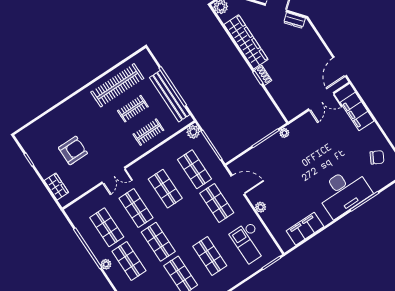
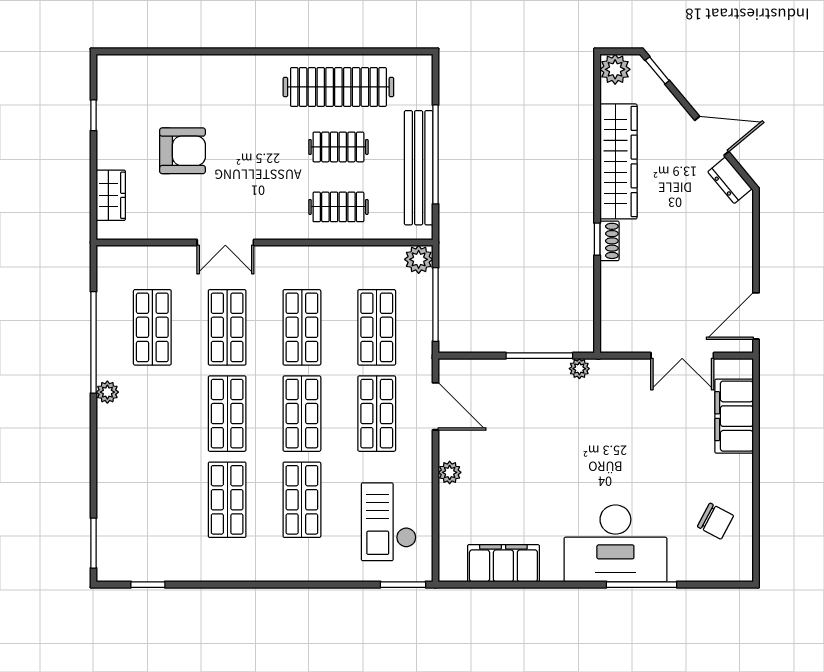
shop shelf: (129, 261) -> (302, 414), moved

